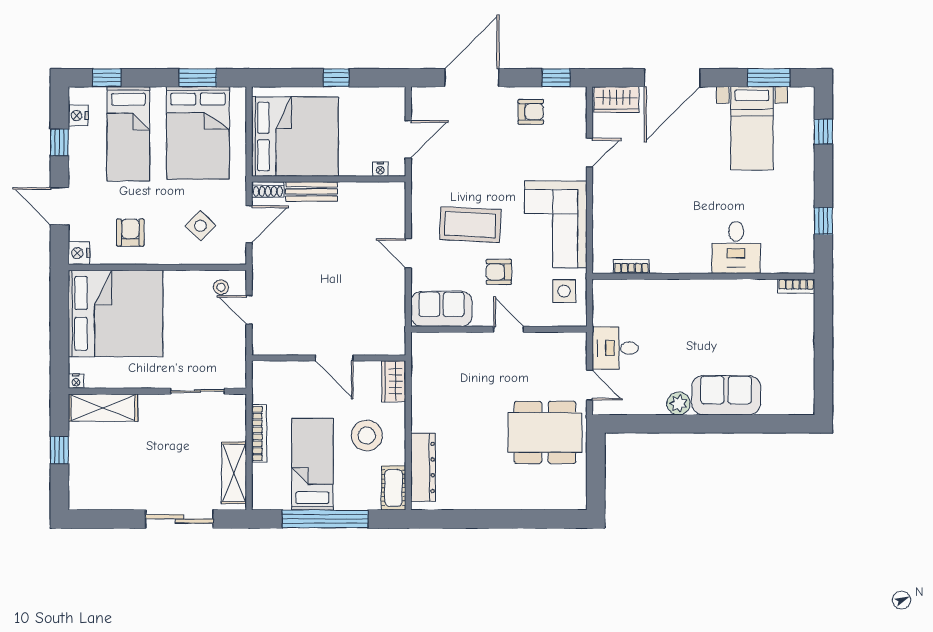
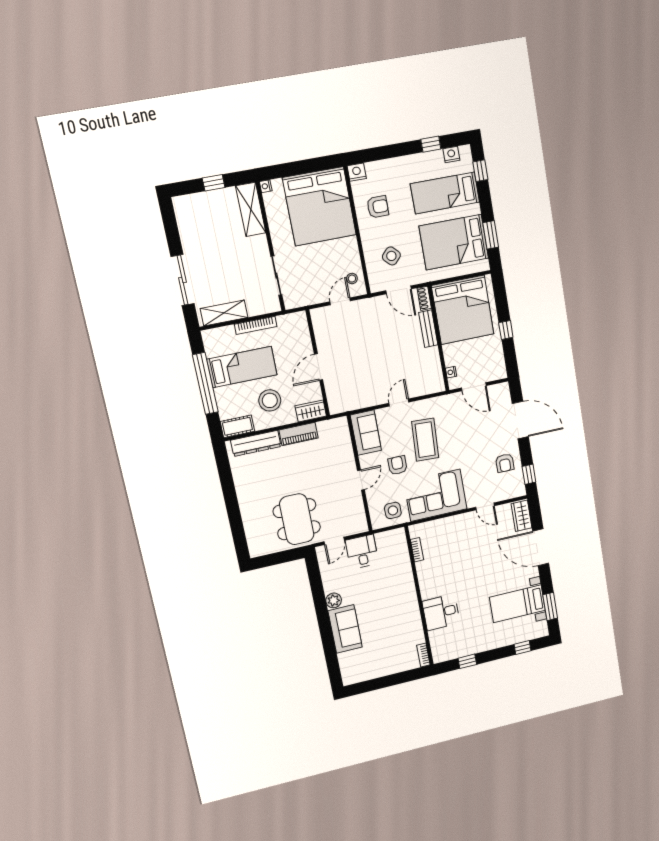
door: (59, 206) -> (387, 152), removed
piano: (423, 405) -> (299, 434), added

